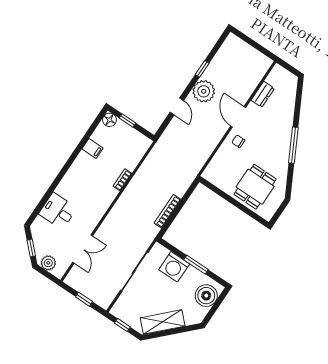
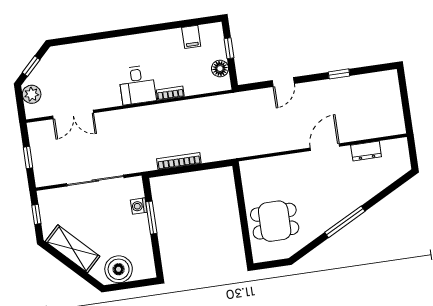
plant: (204, 91) -> (320, 94), removed
floor lamp: (109, 120) -> (220, 69), moved
chair: (238, 141) -> (302, 168), removed
filing cabinet: (92, 148) -> (191, 37), moved
desk: (58, 211) -> (137, 85), moved, turned 180
window: (196, 265) -> (151, 218), moved
washing machine: (174, 267) -> (139, 206), width x0.53, depth x0.53
boiler: (206, 296) -> (119, 269), moved

